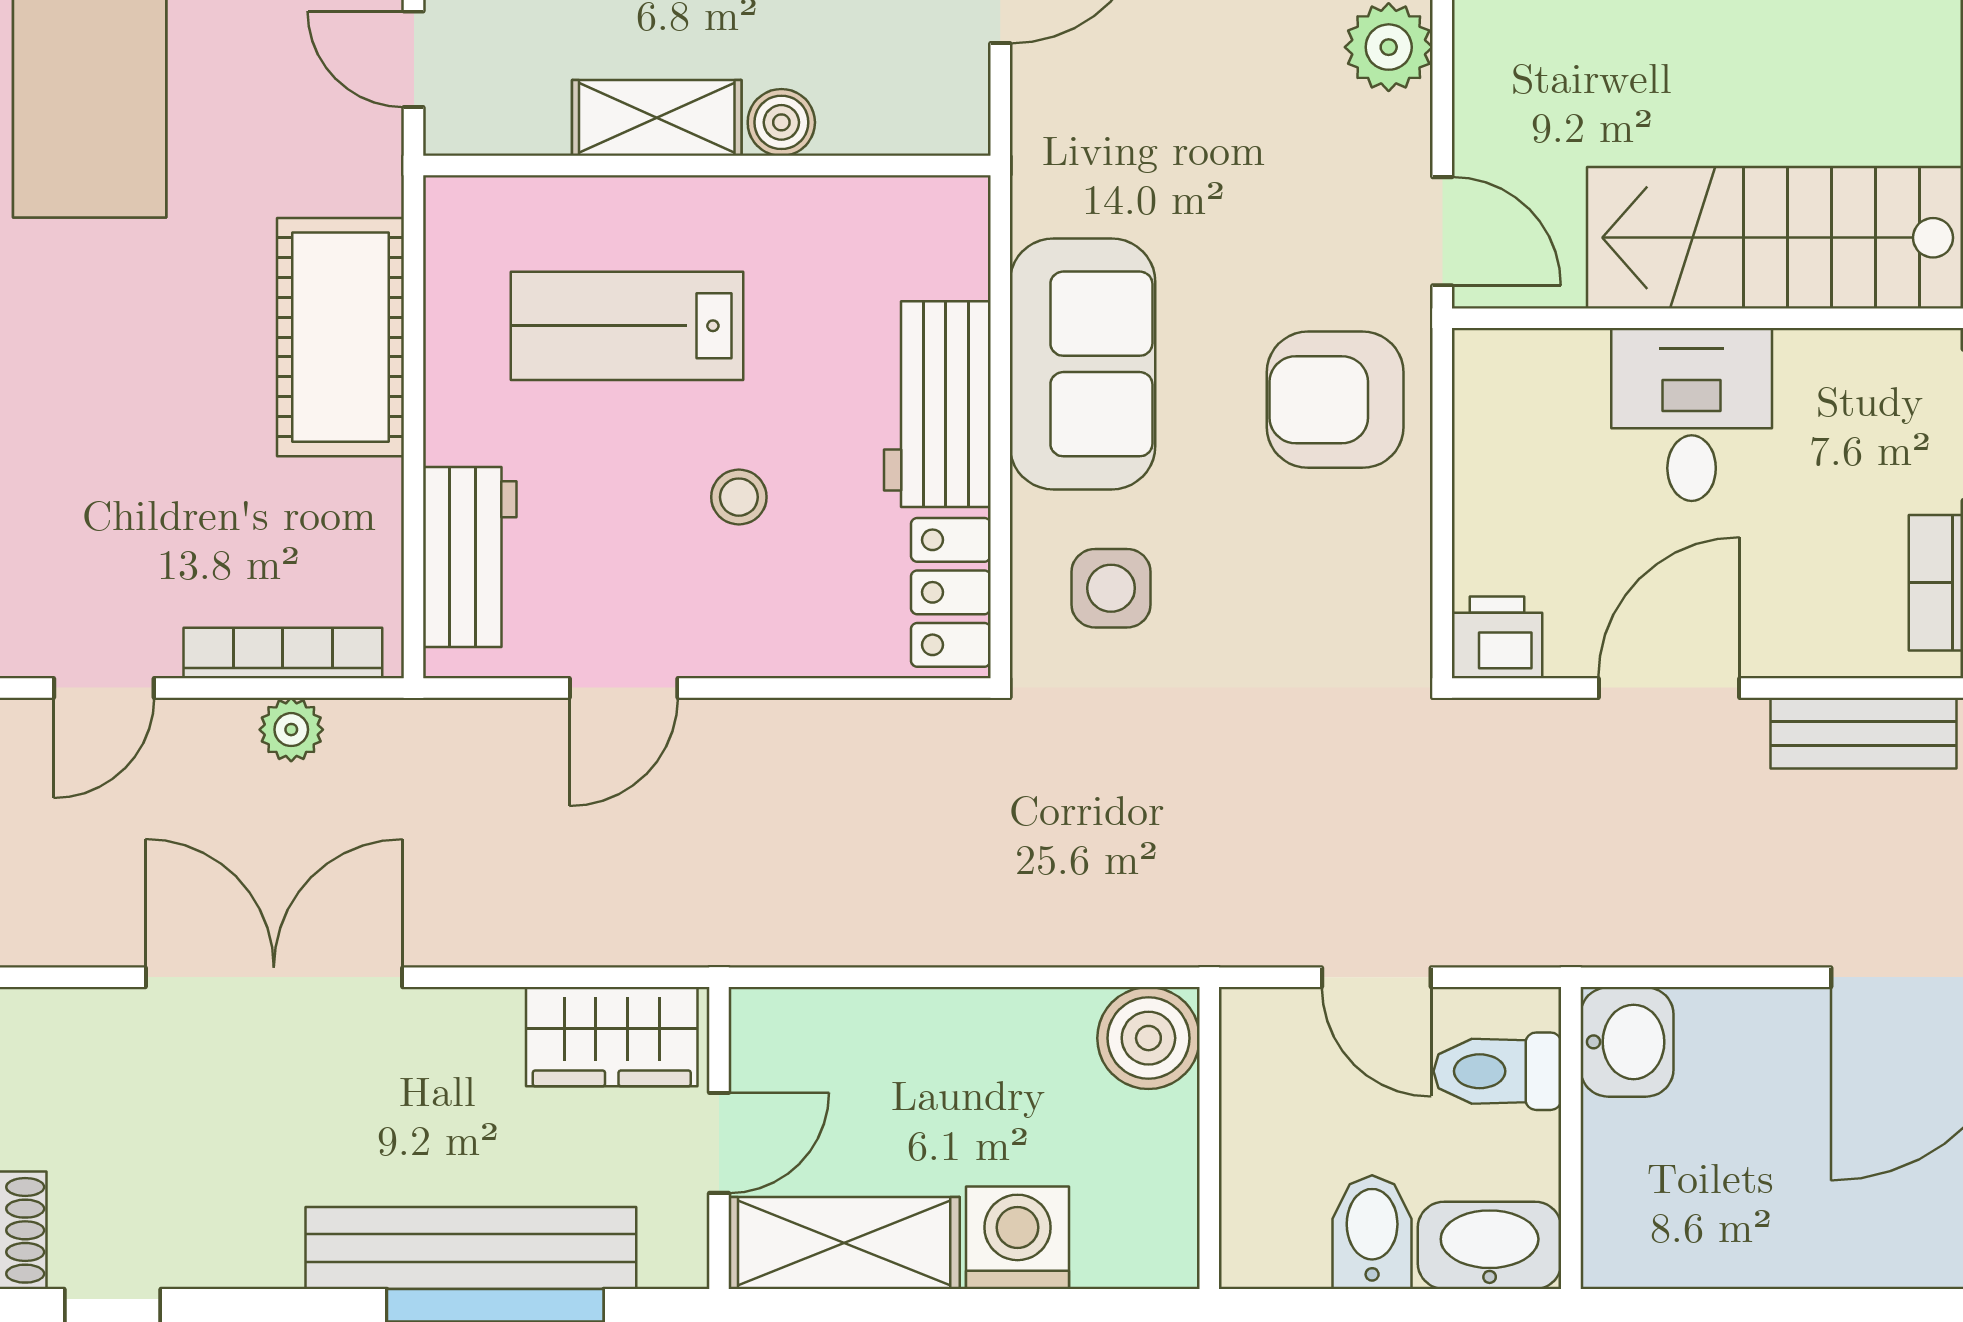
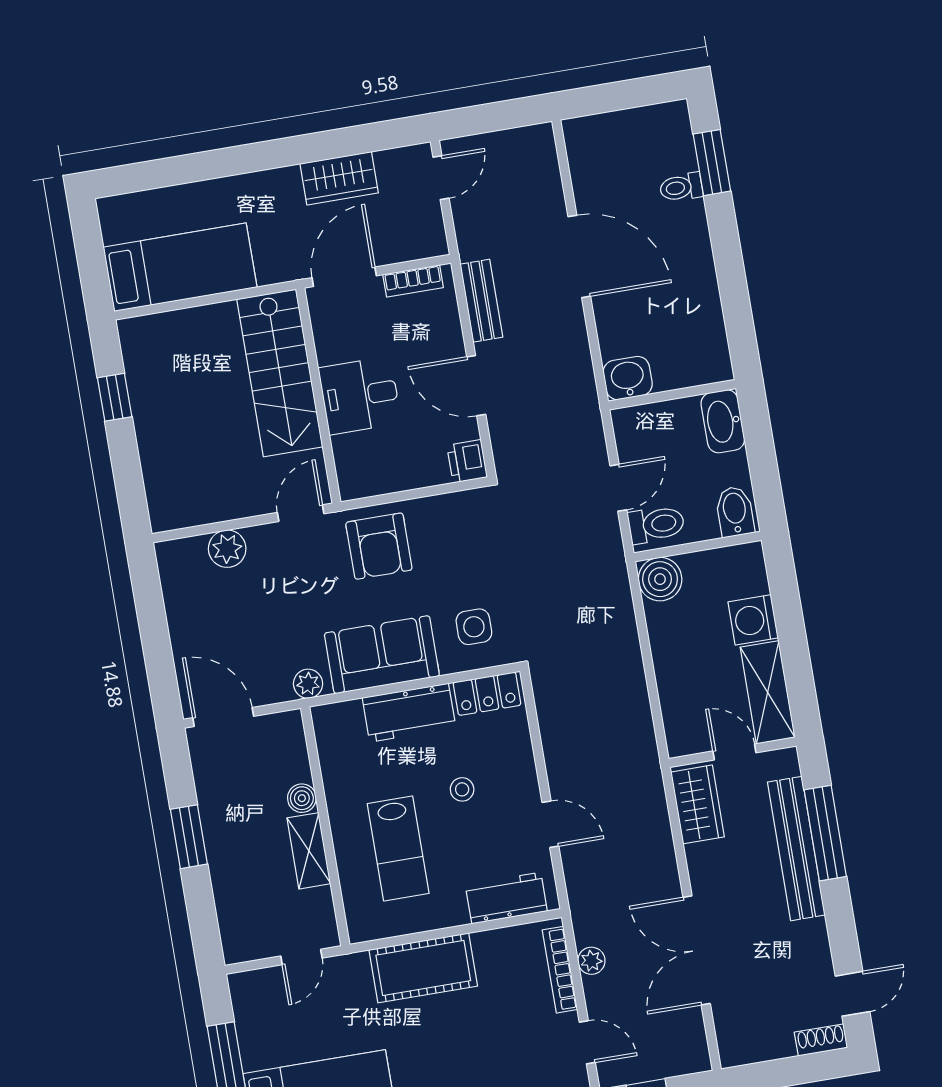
plant: (1044, 182) -> (308, 684), added
toilet: (1497, 1071) -> (656, 524), moved, turned -90
bidet: (1372, 1232) -> (735, 511), moved, turned 90

